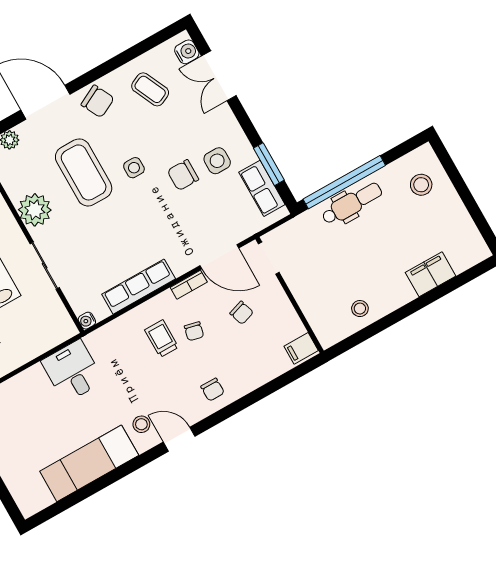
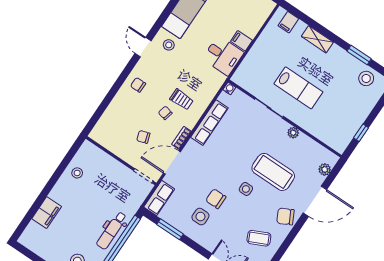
chair: (183, 175) -> (216, 199), turned -90
row of seats: (262, 188) -> (159, 198), moved, turned 90
plant: (35, 210) -> (293, 133), width x0.53, depth x0.53
filing cabinet: (301, 348) -> (242, 41), moved, turned -90
door: (179, 439) -> (143, 47), swing flipped

